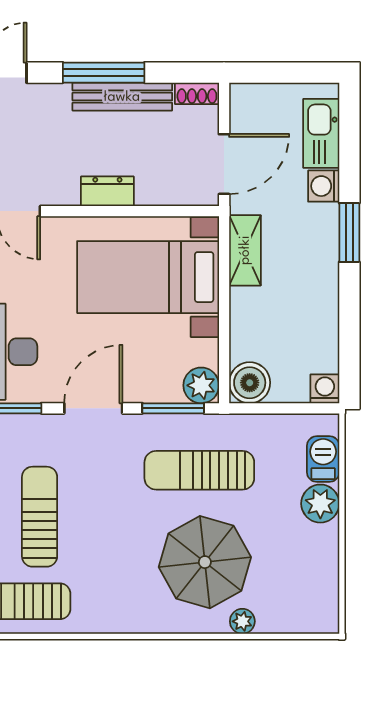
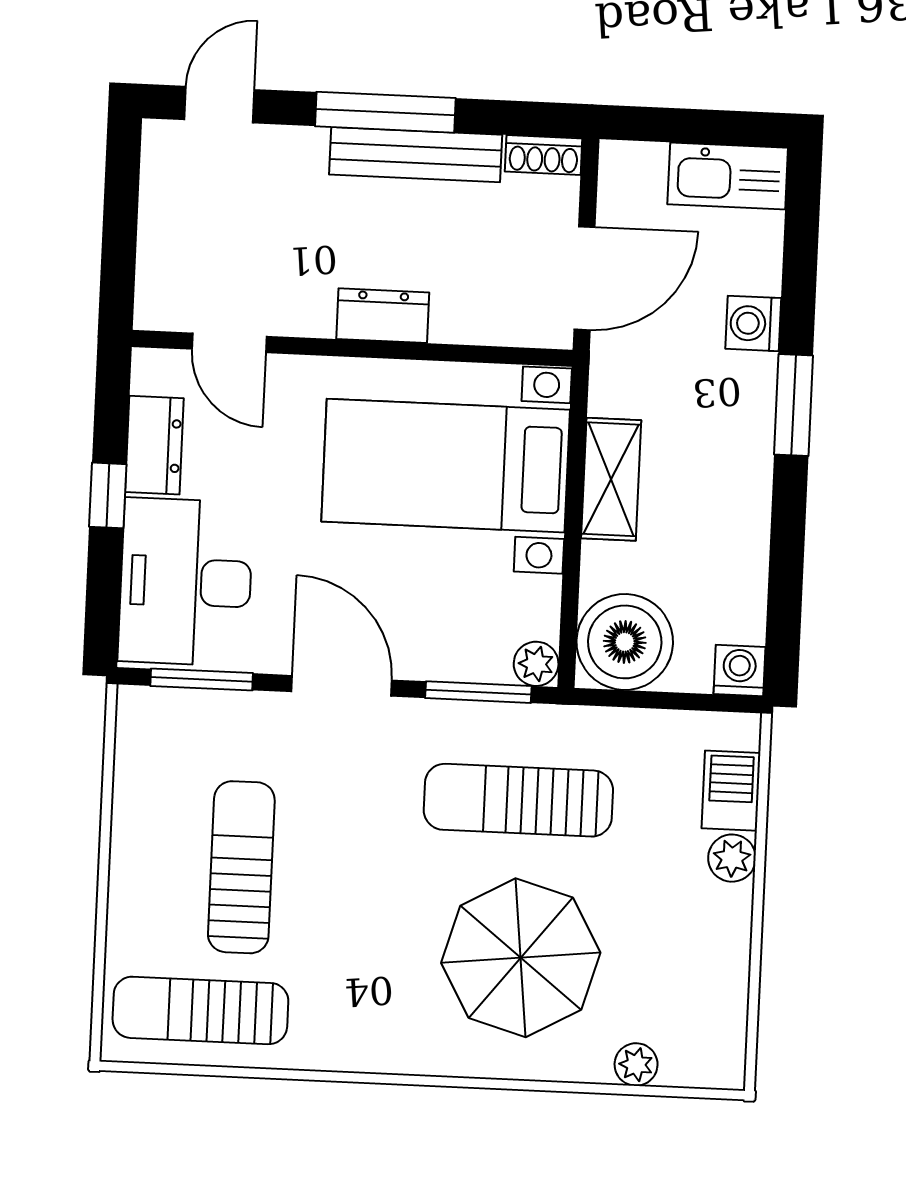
kitchen sink: (321, 133) -> (728, 176), moved, turned -90
shelving: (245, 250) -> (611, 479), moved
boiler: (250, 383) -> (625, 642), width x1.37, depth x1.37
plant: (201, 385) -> (536, 664), width x0.73, depth x0.73
door: (93, 408) -> (342, 686), hinge flipped
plant: (320, 504) -> (732, 858), width x0.73, depth x0.73
plant: (242, 621) -> (636, 1064), moved

